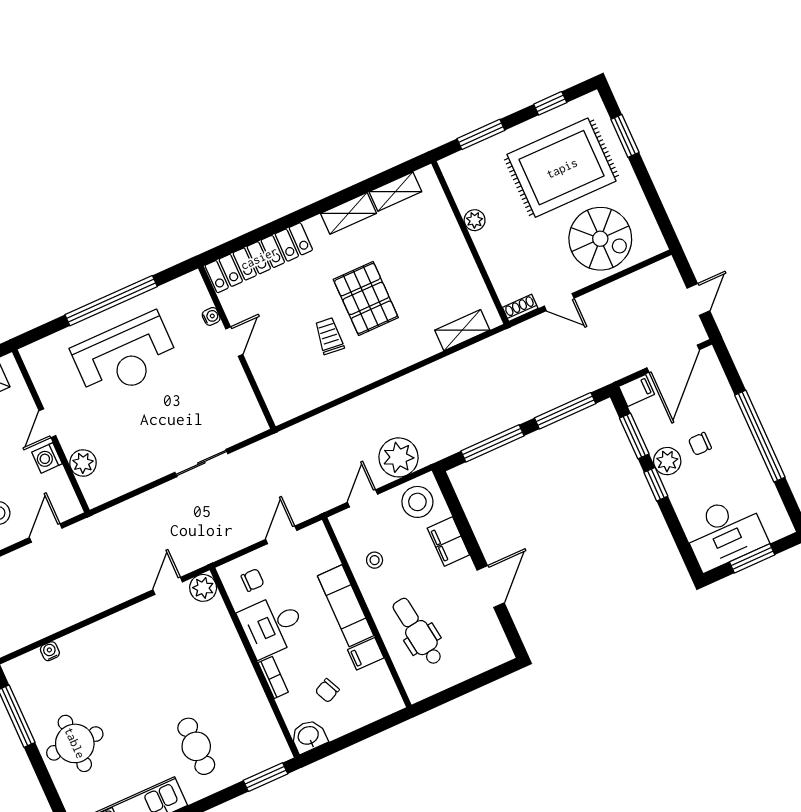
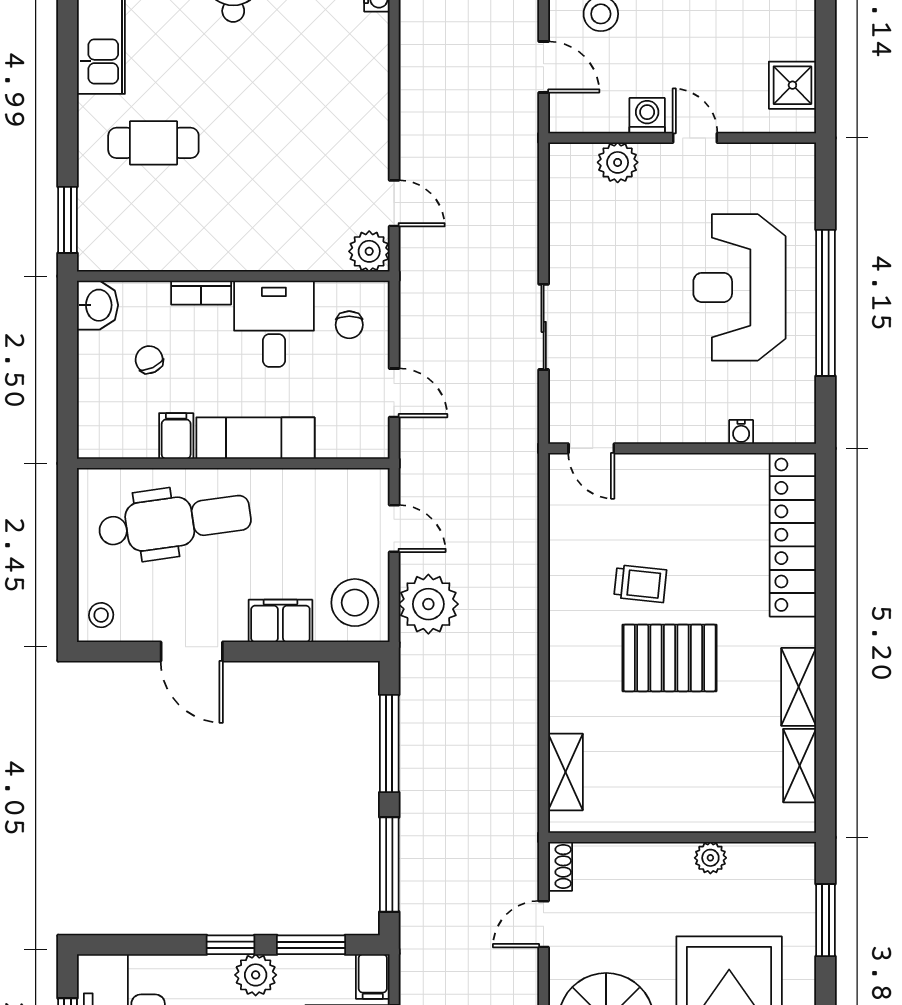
door: (234, 342) -> (591, 448), moved
stool: (375, 560) -> (101, 615), moved
dental chair: (418, 631) -> (175, 522), width x1.36, depth x1.38

